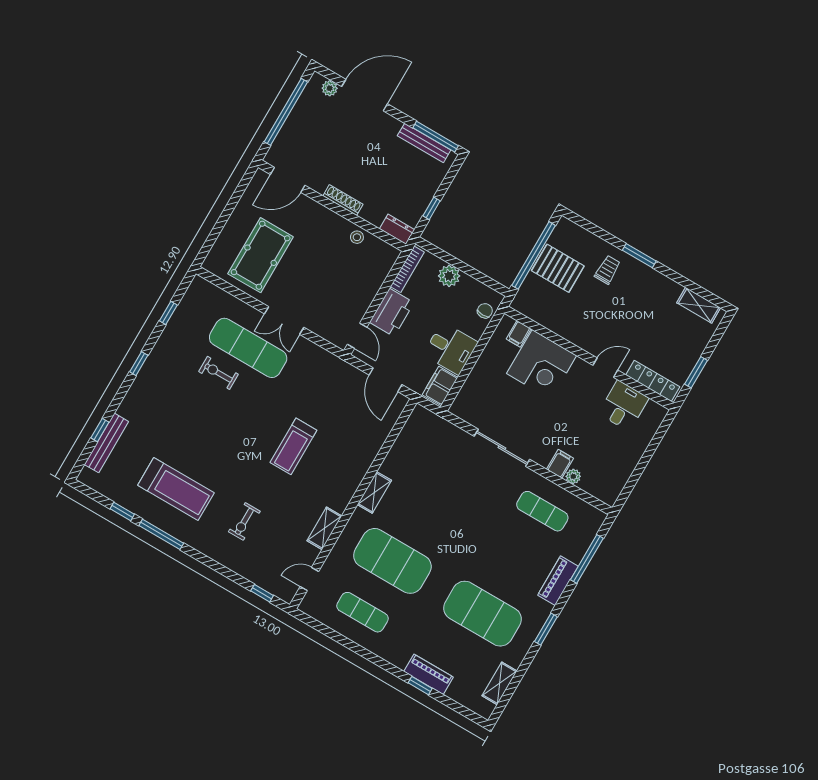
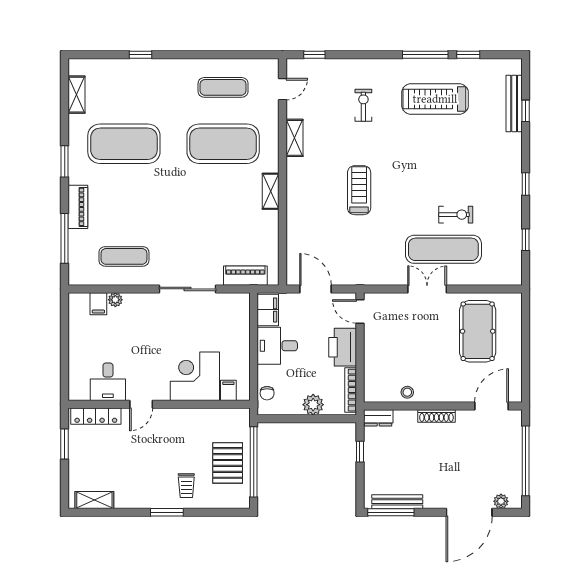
pallet: (558, 268) -> (228, 463), turned 90
filing cabinet: (560, 464) -> (98, 304), moved
piano: (429, 674) -> (245, 276), moved, turned 180

